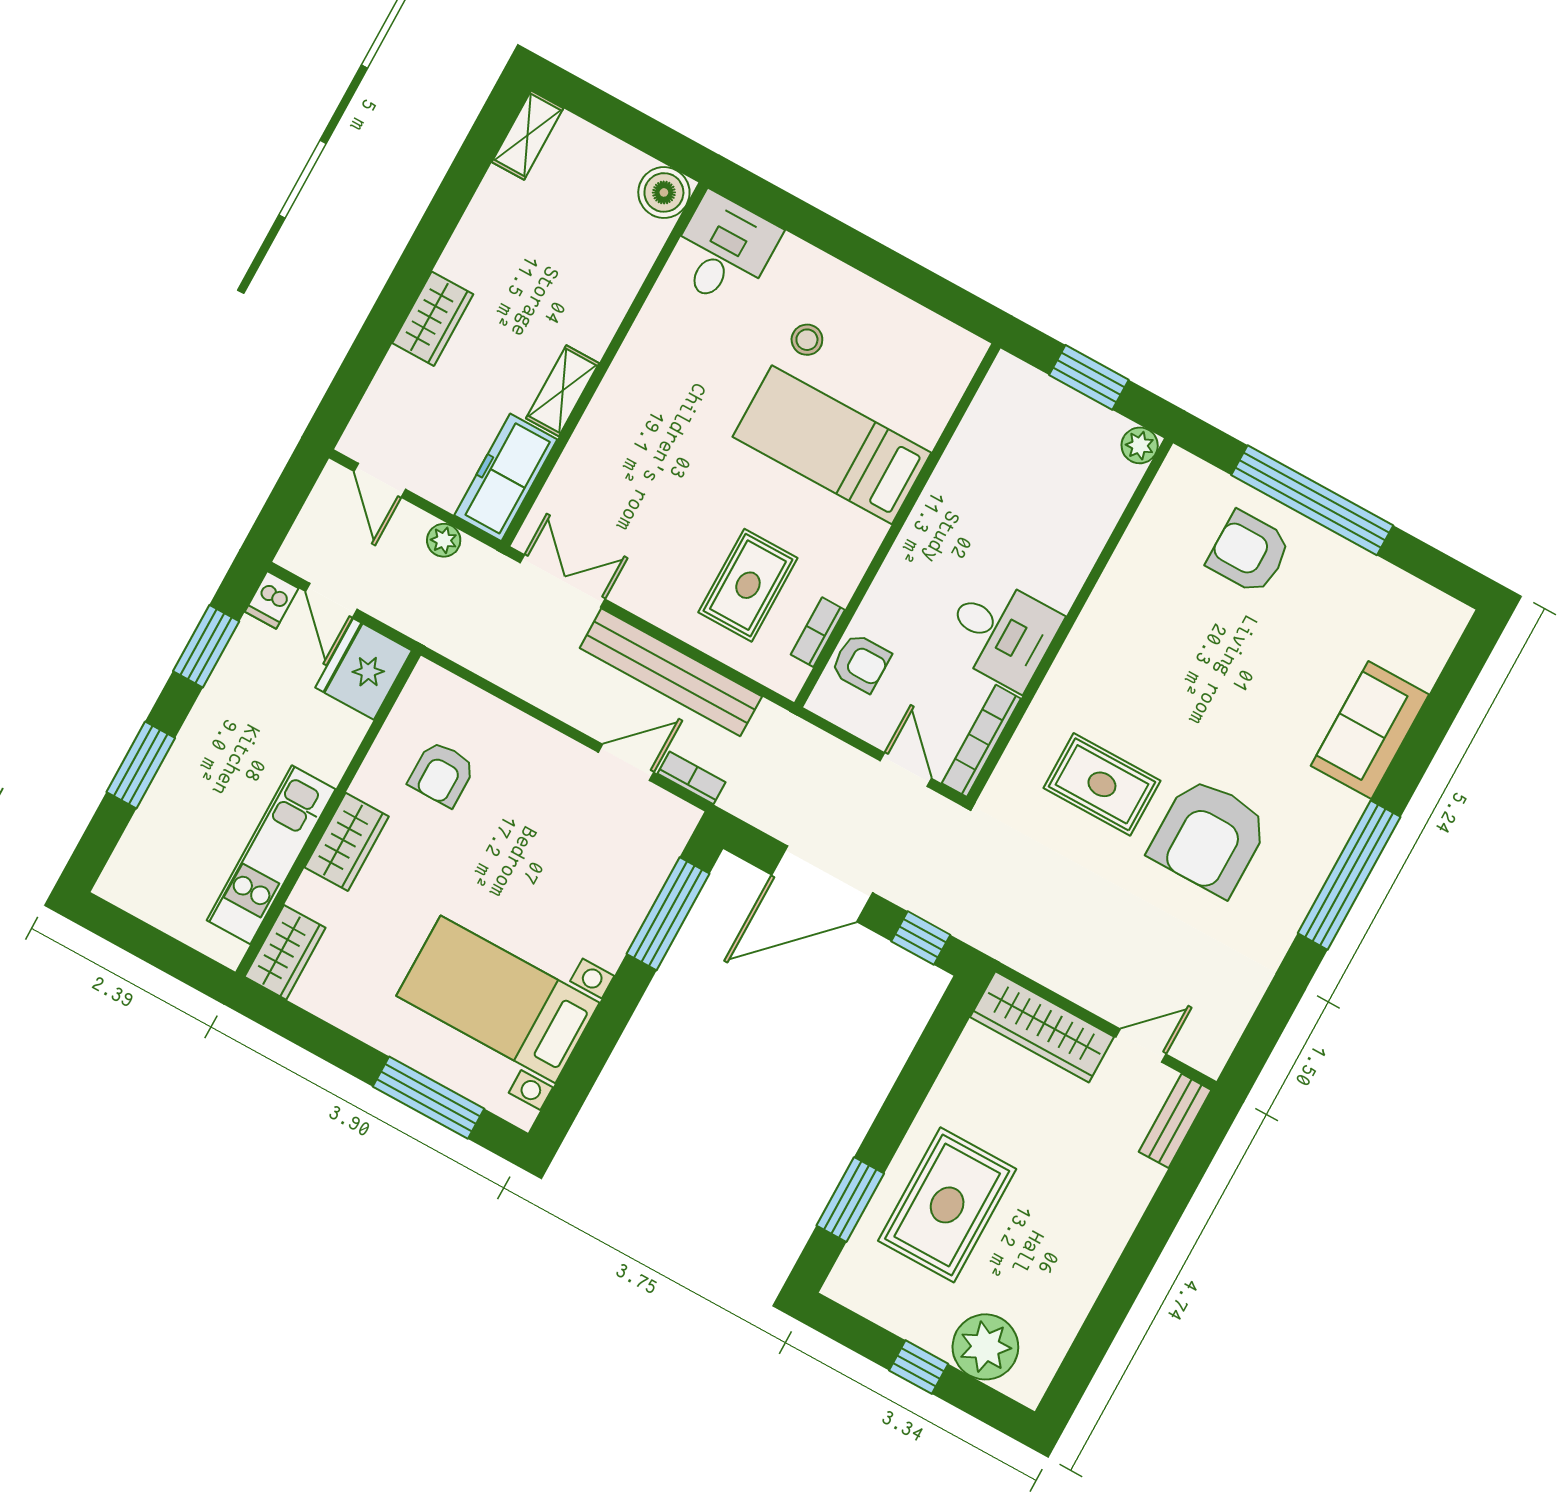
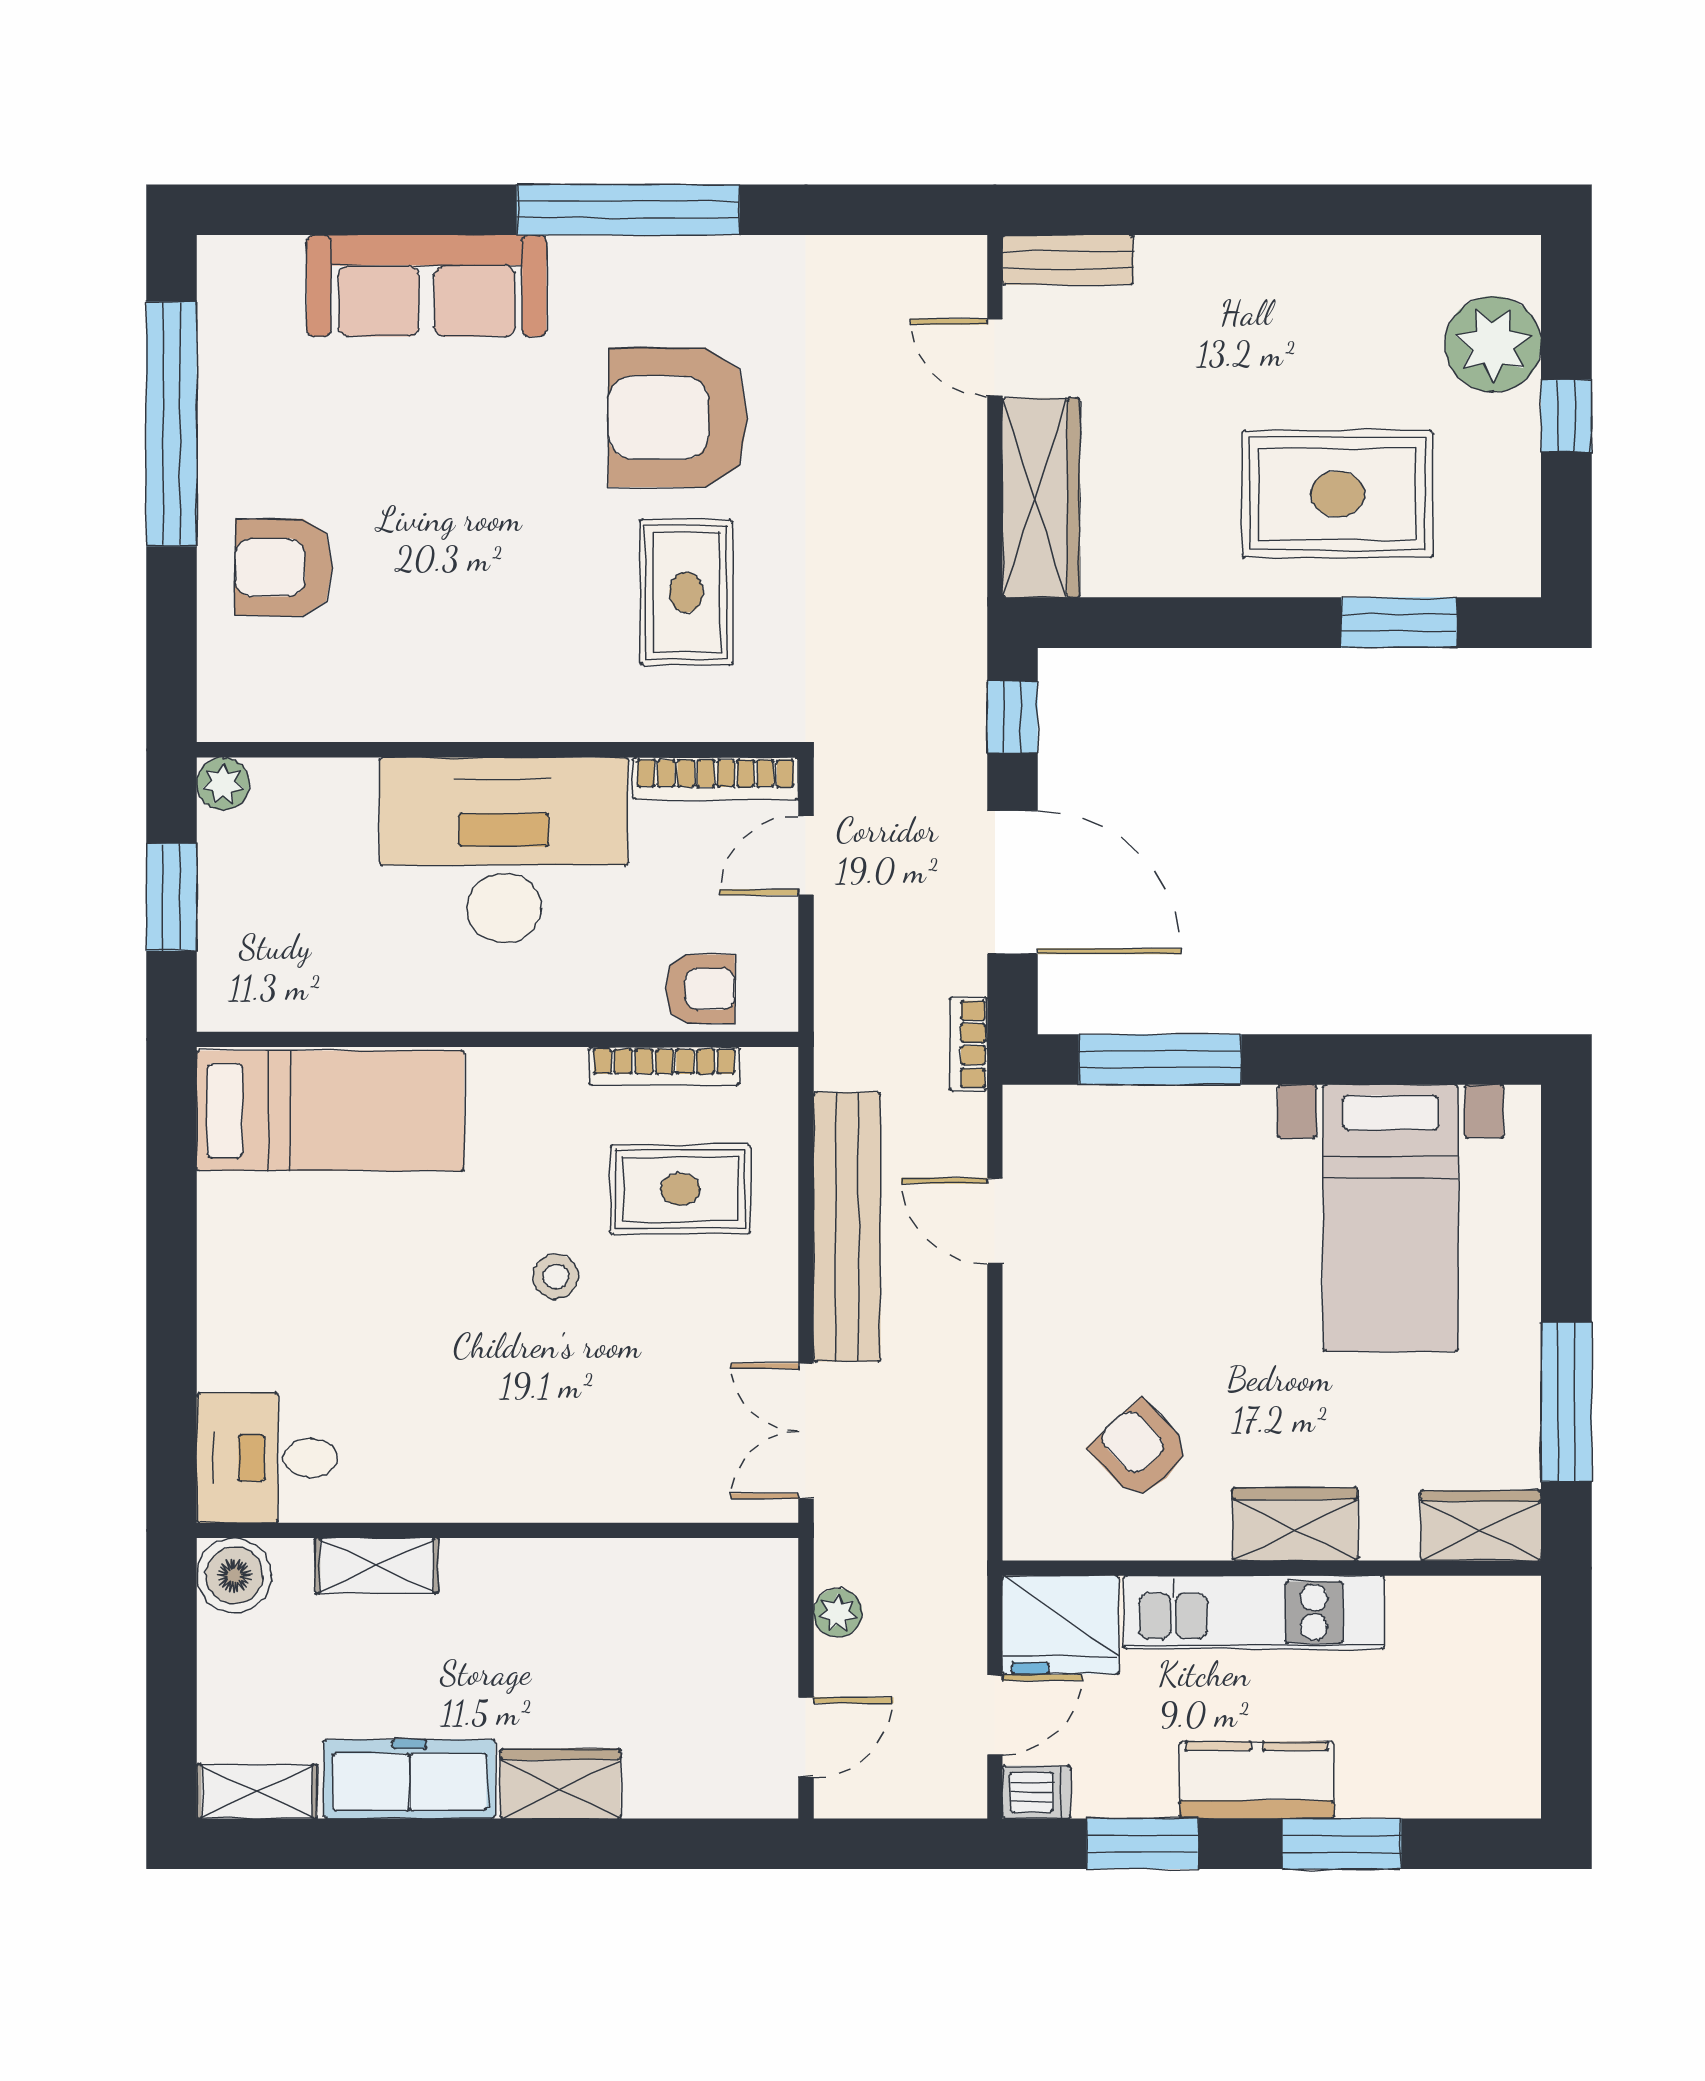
stool: (807, 340) -> (556, 1277), moved
shelving: (563, 391) -> (377, 1566), moved
bed: (832, 445) -> (330, 1111), moved, turned -90
freezer: (506, 477) -> (410, 1779), moved, turned 180
window: (1312, 500) -> (171, 424), moved
armchair: (1249, 552) -> (284, 567), turned 90
bookcase: (818, 632) -> (664, 1066), width x1.56
desk: (1002, 633) -> (504, 850), width x1.87, depth x1.30
armchair: (861, 663) -> (700, 989), turned 90
sofa: (1370, 730) -> (427, 286), width x1.36
kitchen counter: (207, 735) -> (1257, 1780), added
armchair: (442, 774) -> (1140, 1450), turned -133
bookcase: (692, 778) -> (969, 1044), moved
armchair: (1209, 837) -> (678, 418), turned 180
kitchen unit: (271, 855) -> (1254, 1612), moved
window: (428, 1098) -> (1566, 1402), moved

